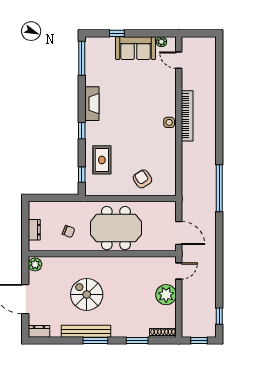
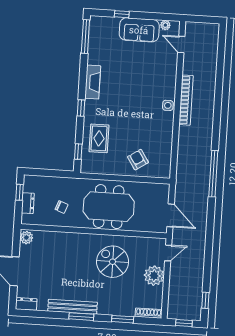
window: (25, 219) -> (20, 192), added
spiral stairs: (87, 294) -> (113, 262), moved

